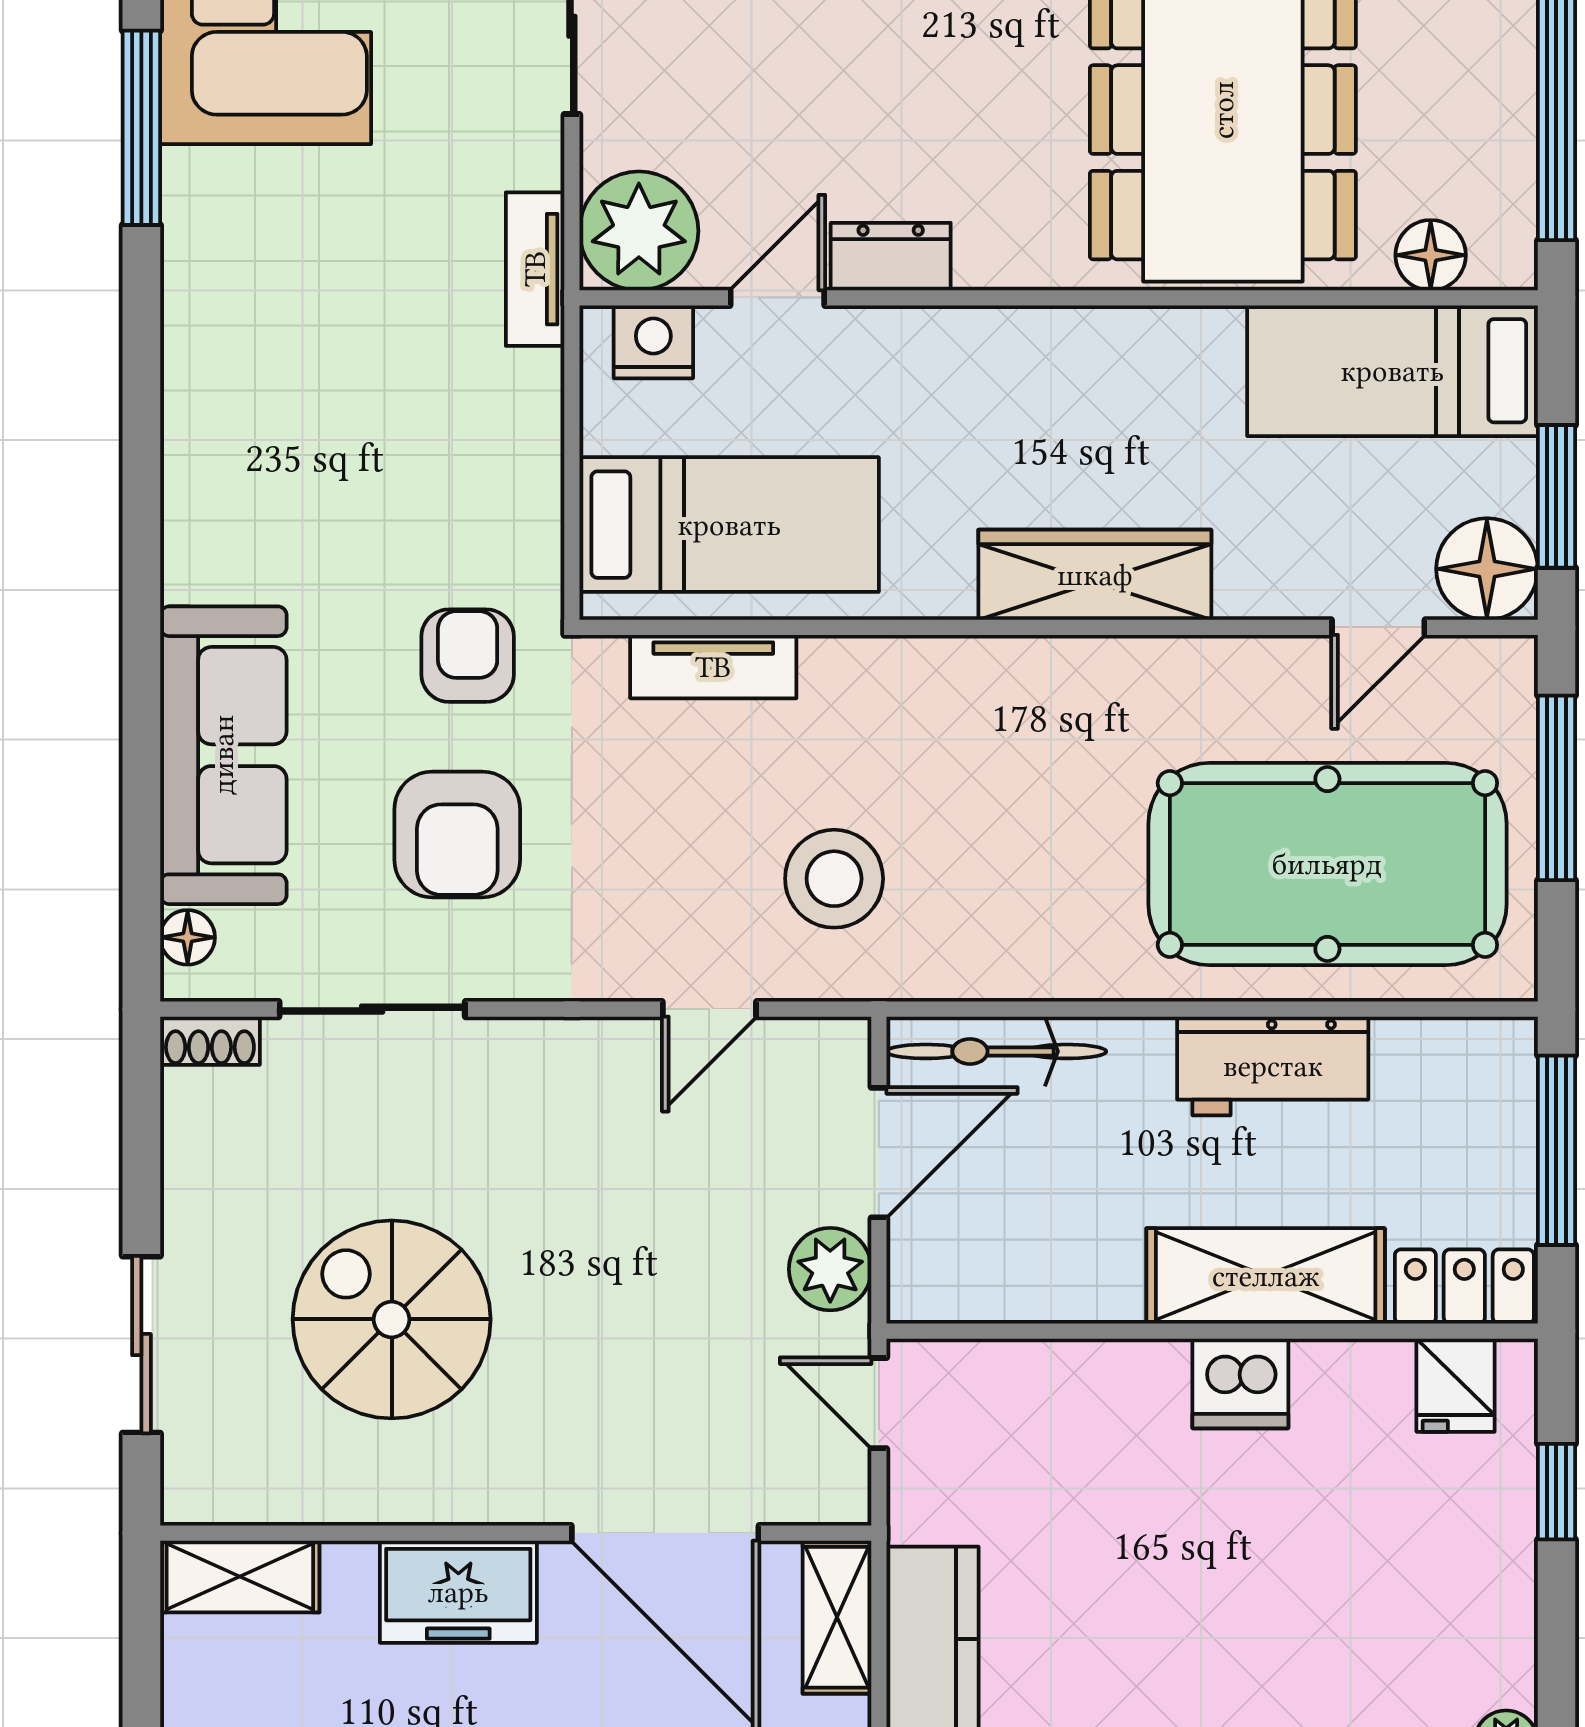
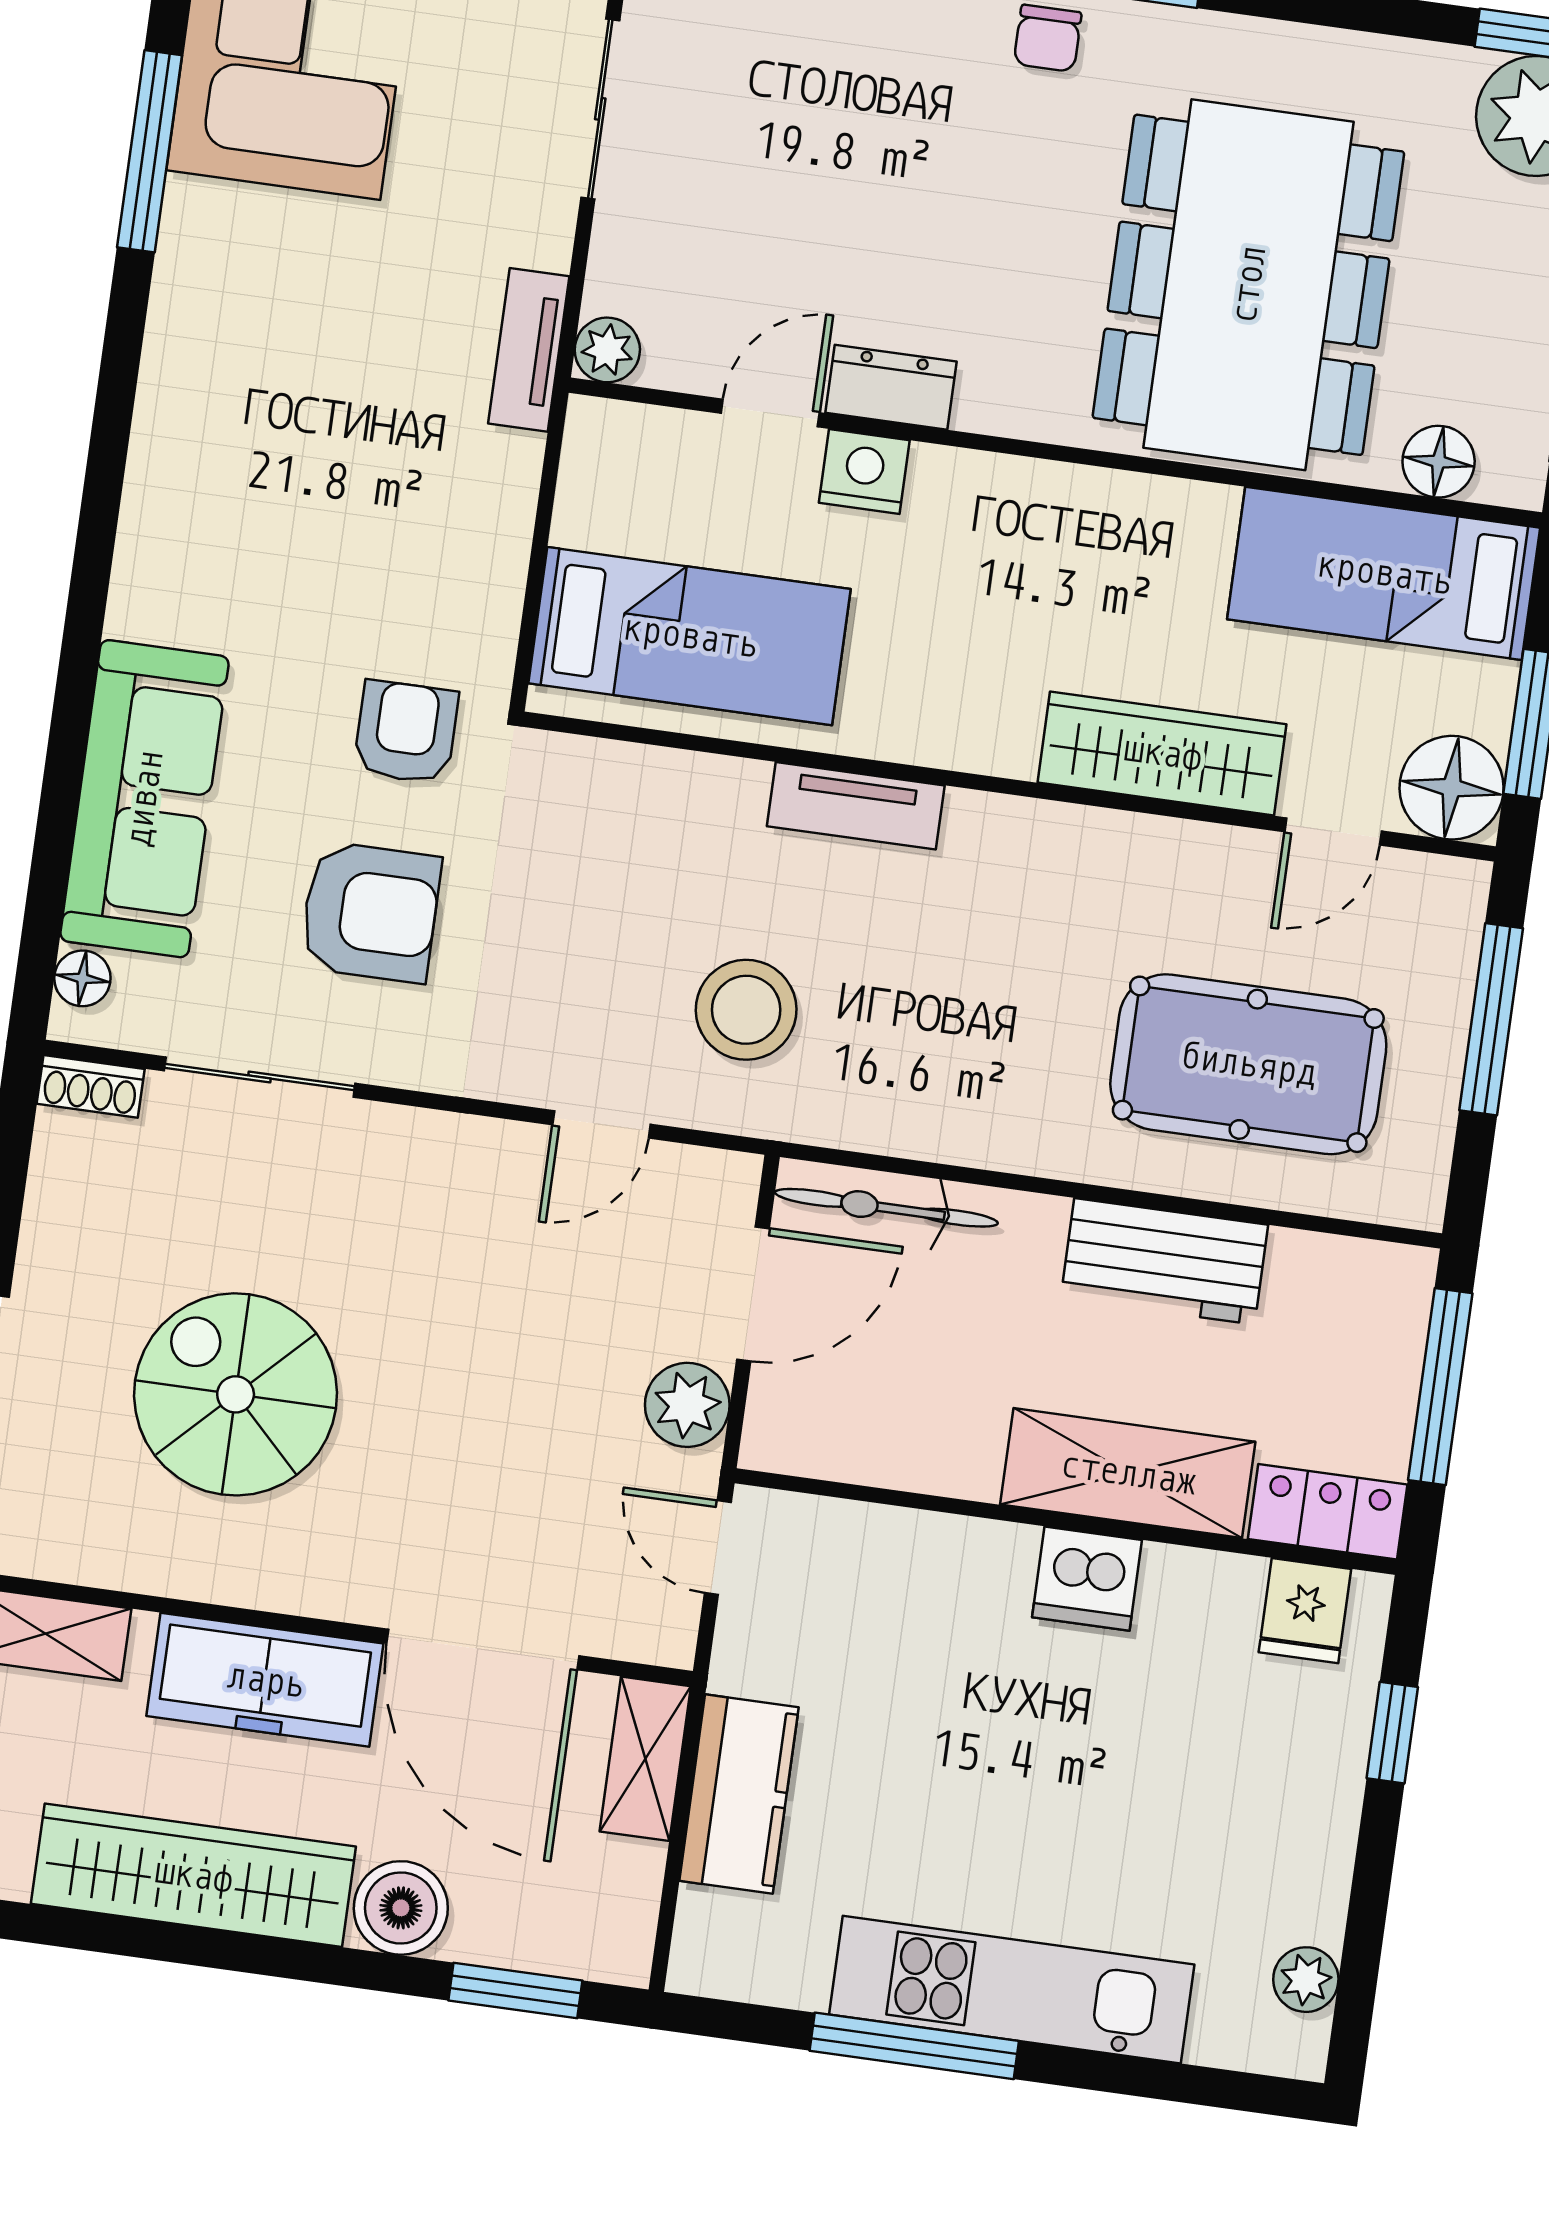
plant: (639, 231) -> (607, 350), width x0.53, depth x0.53
nightstand: (653, 342) -> (864, 472), moved
wardrobe: (1095, 575) -> (1162, 753), moved
tv unit: (713, 667) -> (856, 806), moved
armchair: (457, 835) -> (370, 912), turned -90
pool table: (1327, 864) -> (1248, 1064), width x0.73, depth x0.76
freezer: (458, 1592) -> (265, 1680), width x1.40

